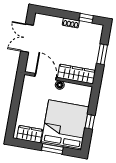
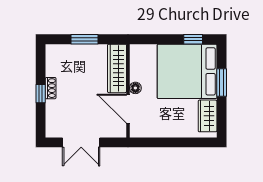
window: (86, 18) -> (41, 94), moved
door: (46, 77) -> (128, 109), hinge flipped
window: (90, 122) -> (193, 39), moved

